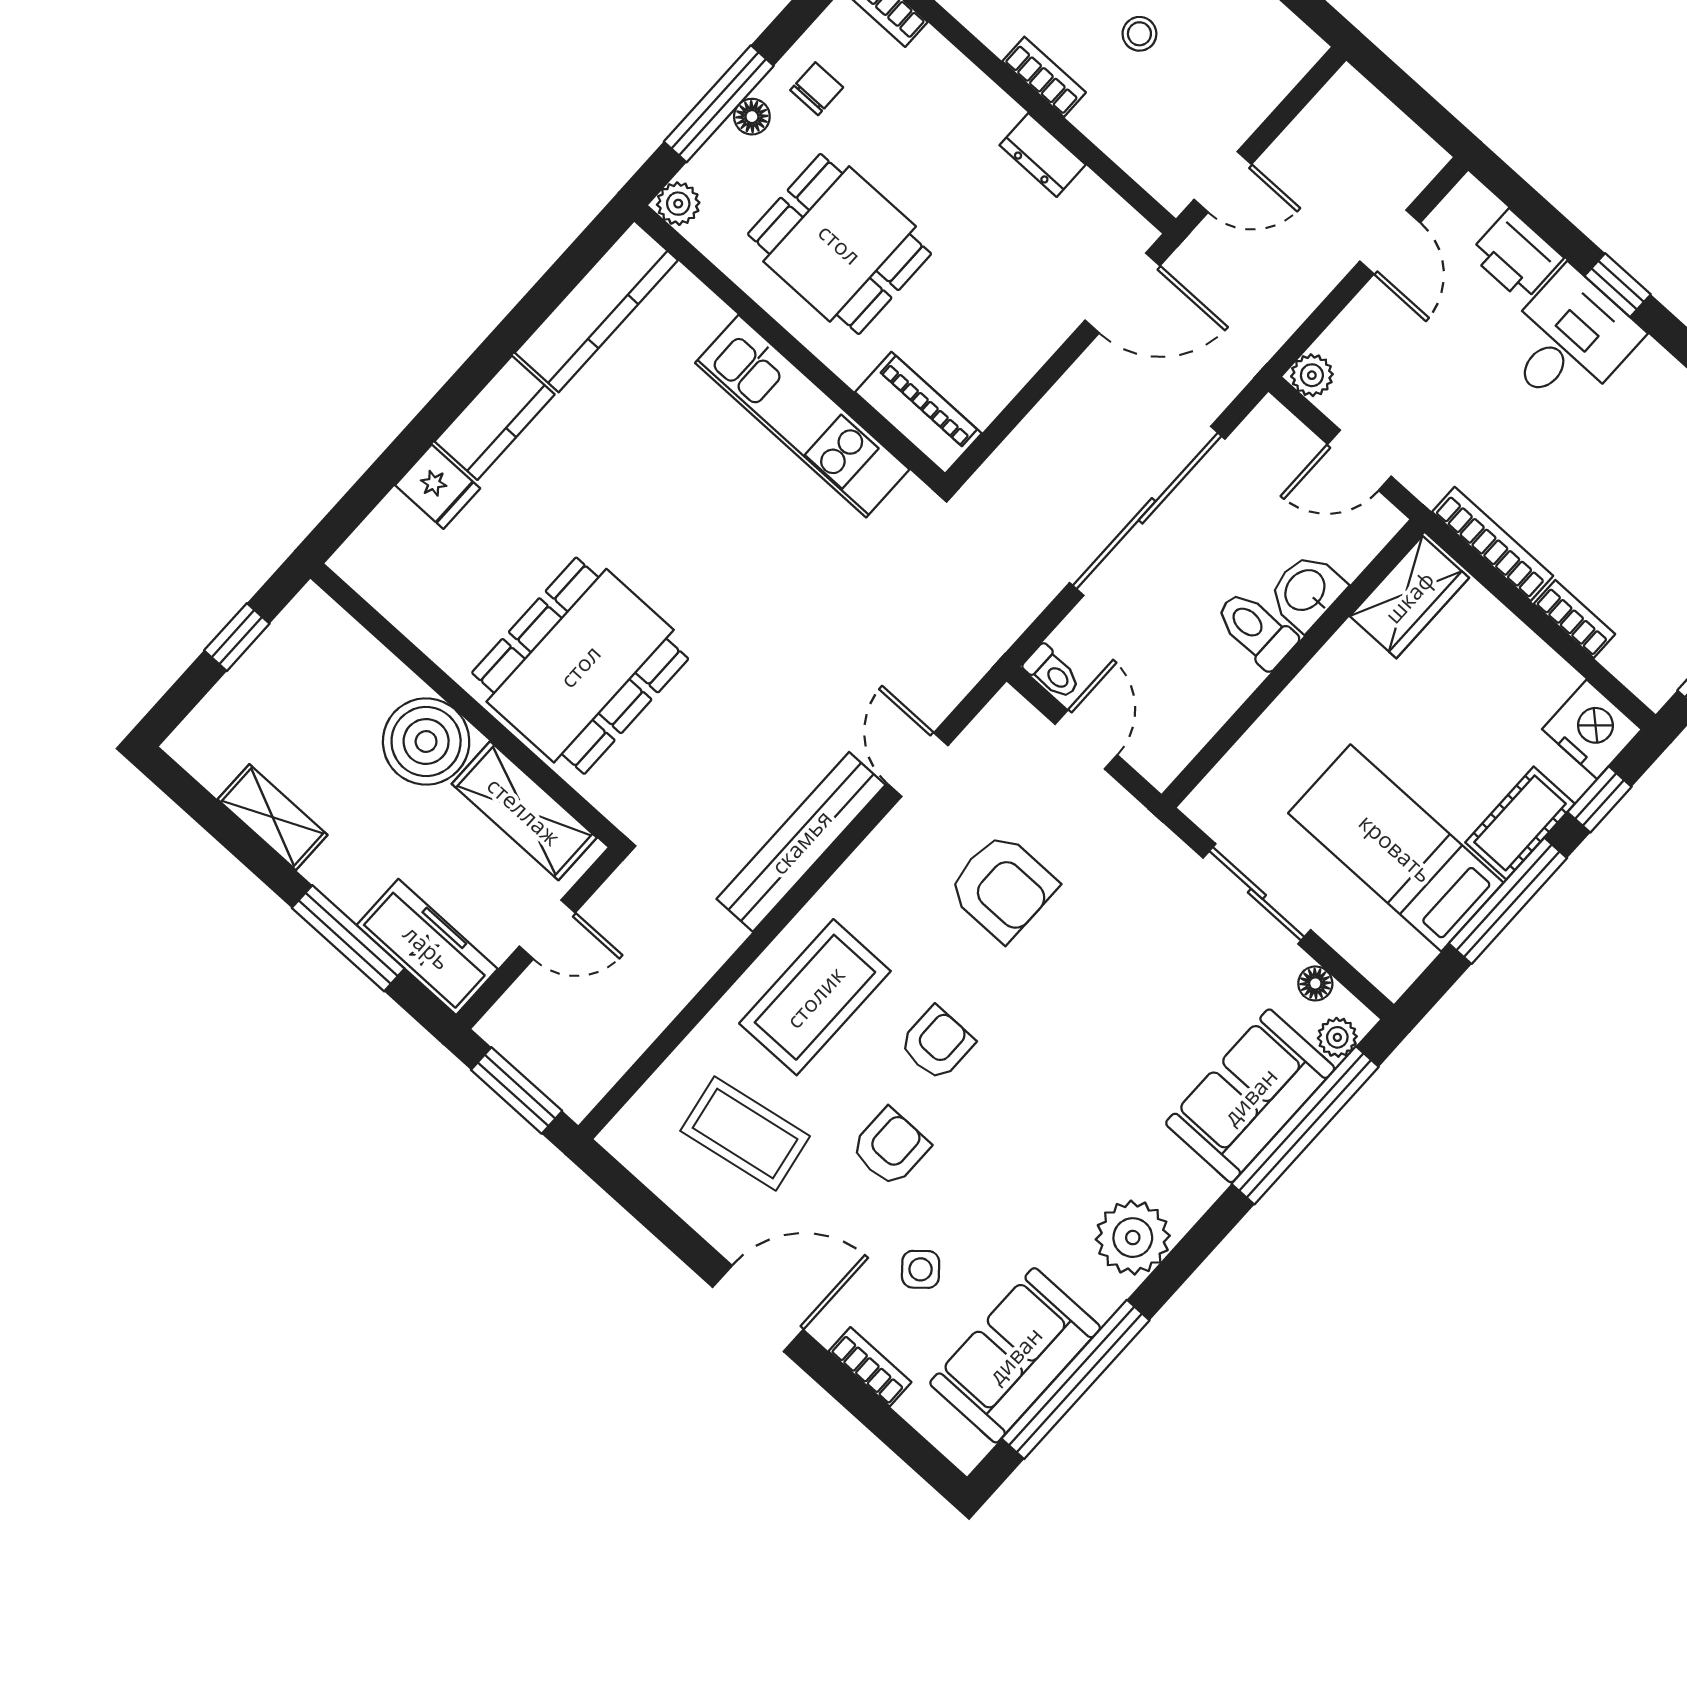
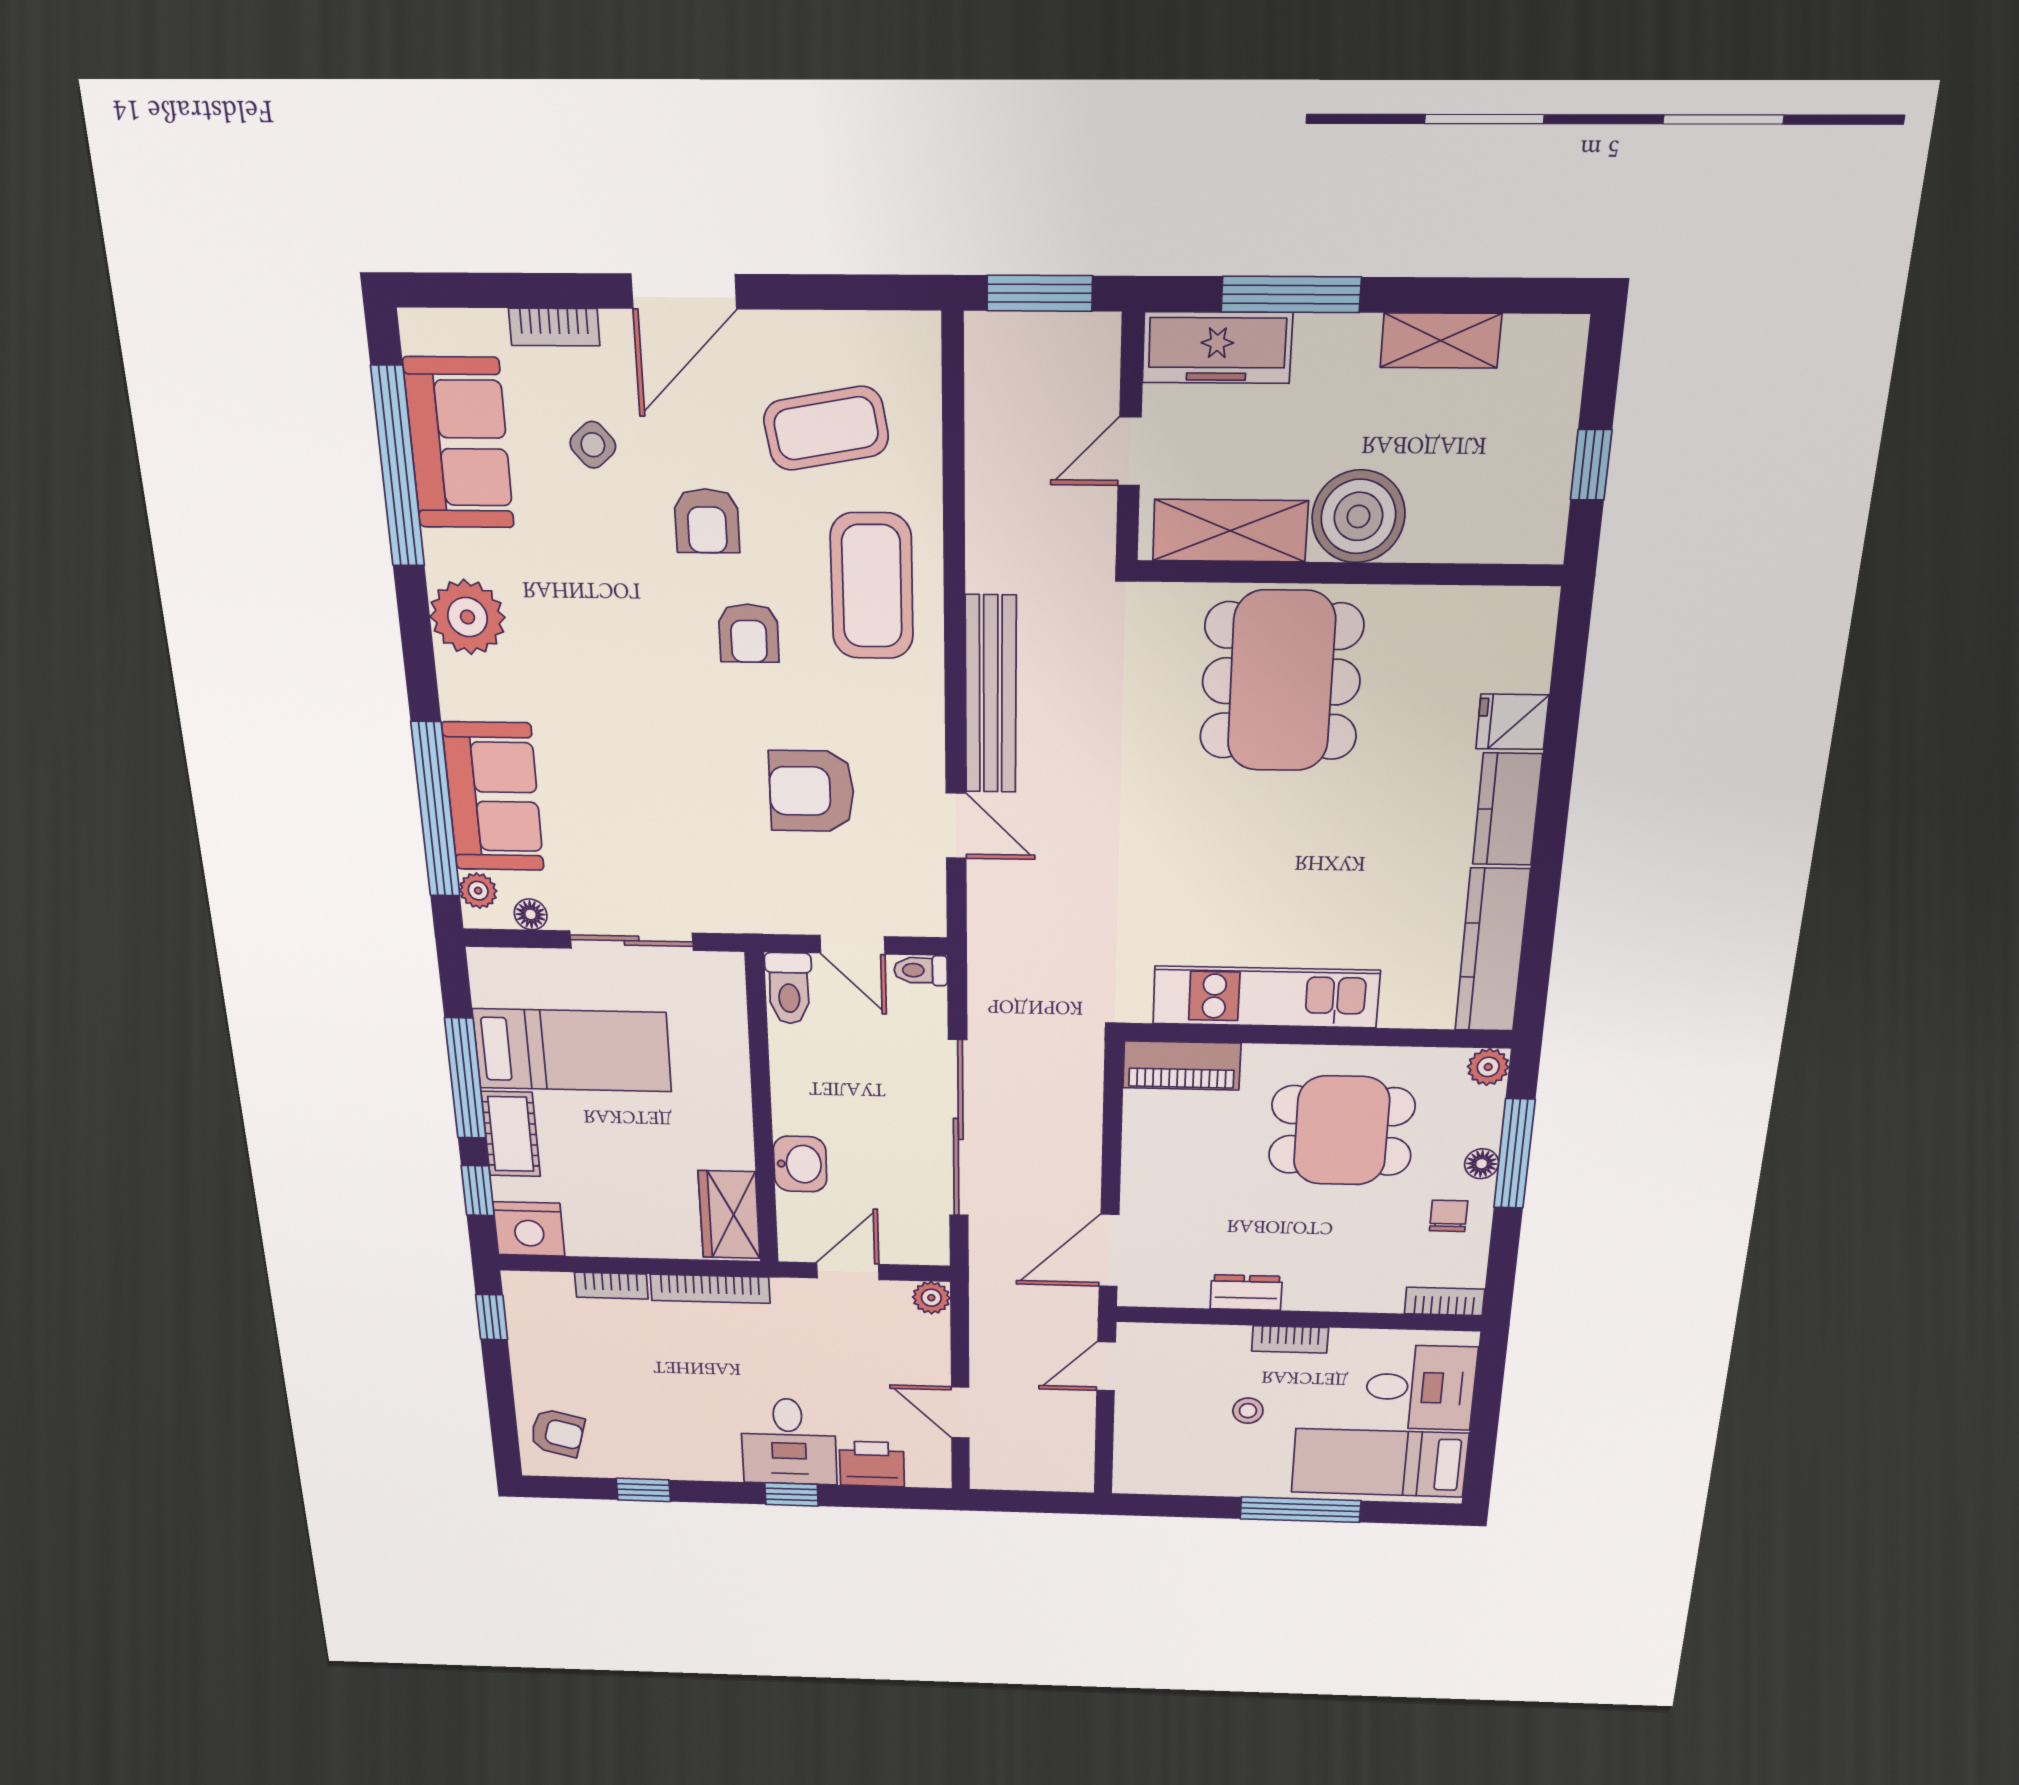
chair: (817, 89) -> (1449, 1216), turned 180
toilet: (1256, 630) -> (789, 988), moved, turned 90

